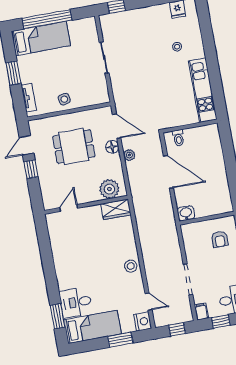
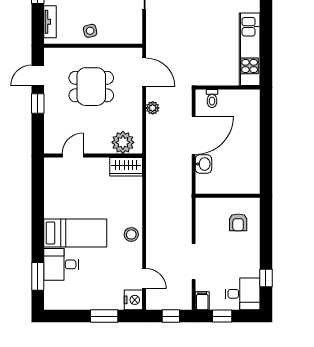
floor lamp: (112, 147) -> (135, 95), removed
door: (168, 172) -> (194, 135), hinge flipped
washbasin: (186, 213) -> (203, 164), moved, turned 90
bed: (93, 327) -> (75, 233), moved

